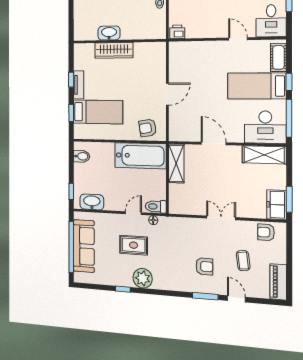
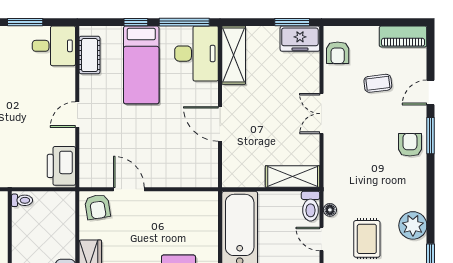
printer: (177, 32) -> (61, 166), width x1.87, depth x1.48
door: (238, 39) -> (77, 115), moved
cot: (278, 57) -> (90, 55), moved, turned 90
door: (167, 94) -> (129, 189), moved
armchair: (148, 128) -> (98, 207), moved
door: (214, 143) -> (220, 124), hinge flipped
shelving: (176, 163) -> (293, 177), moved
armchair: (204, 266) -> (410, 145), moved

